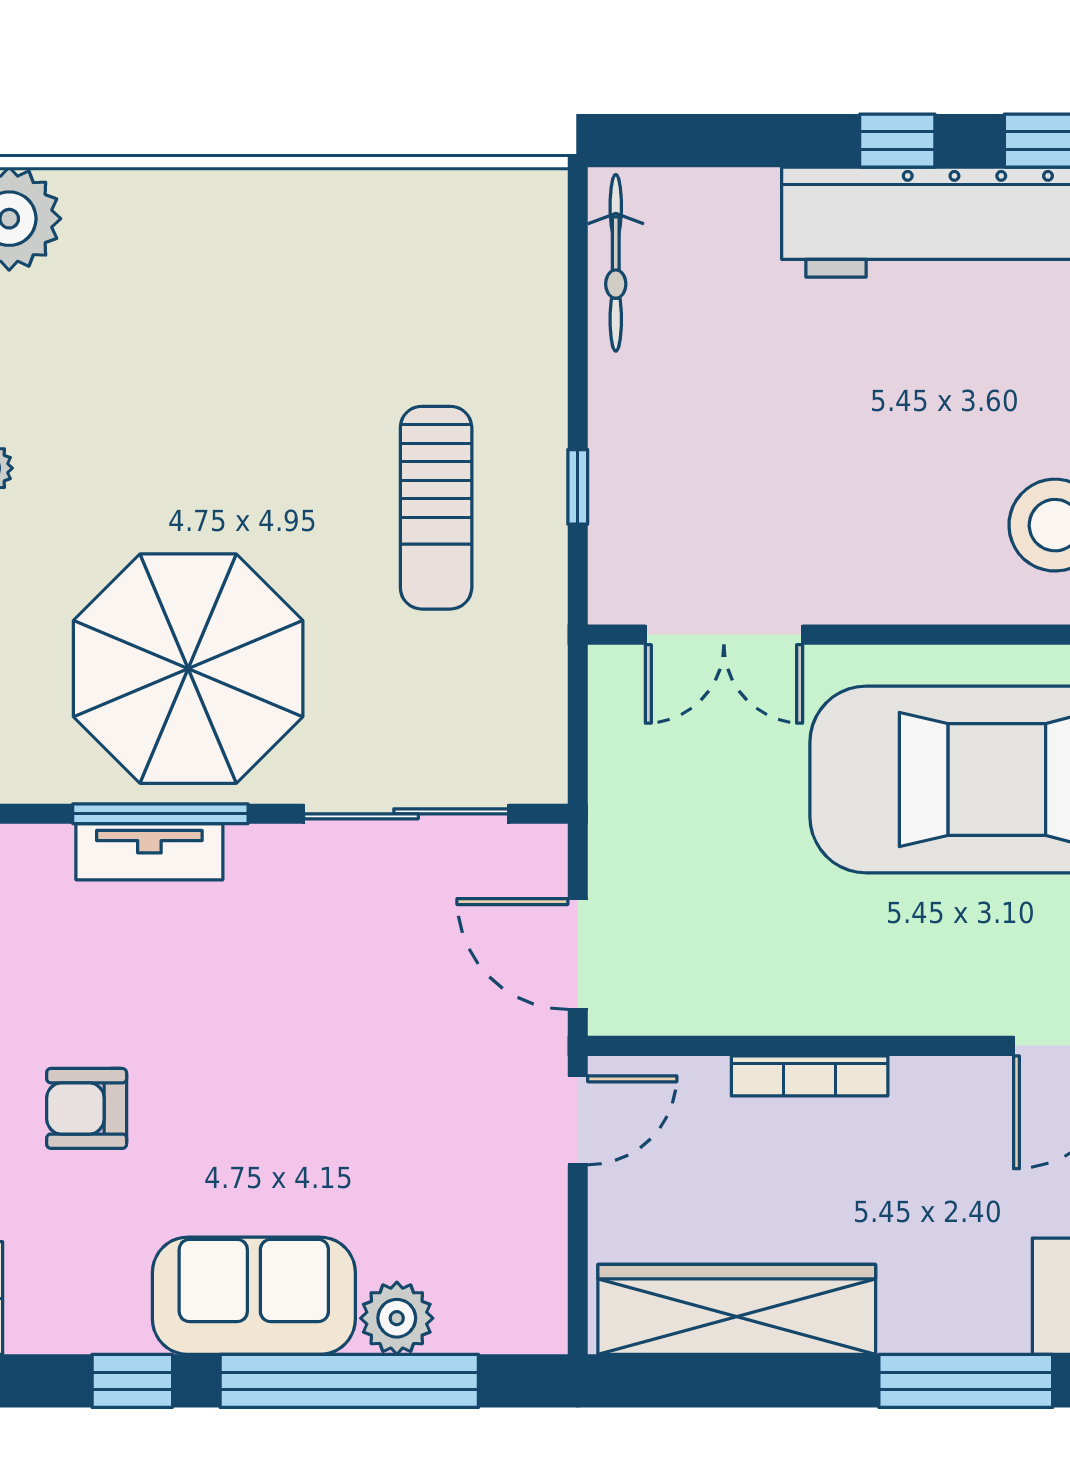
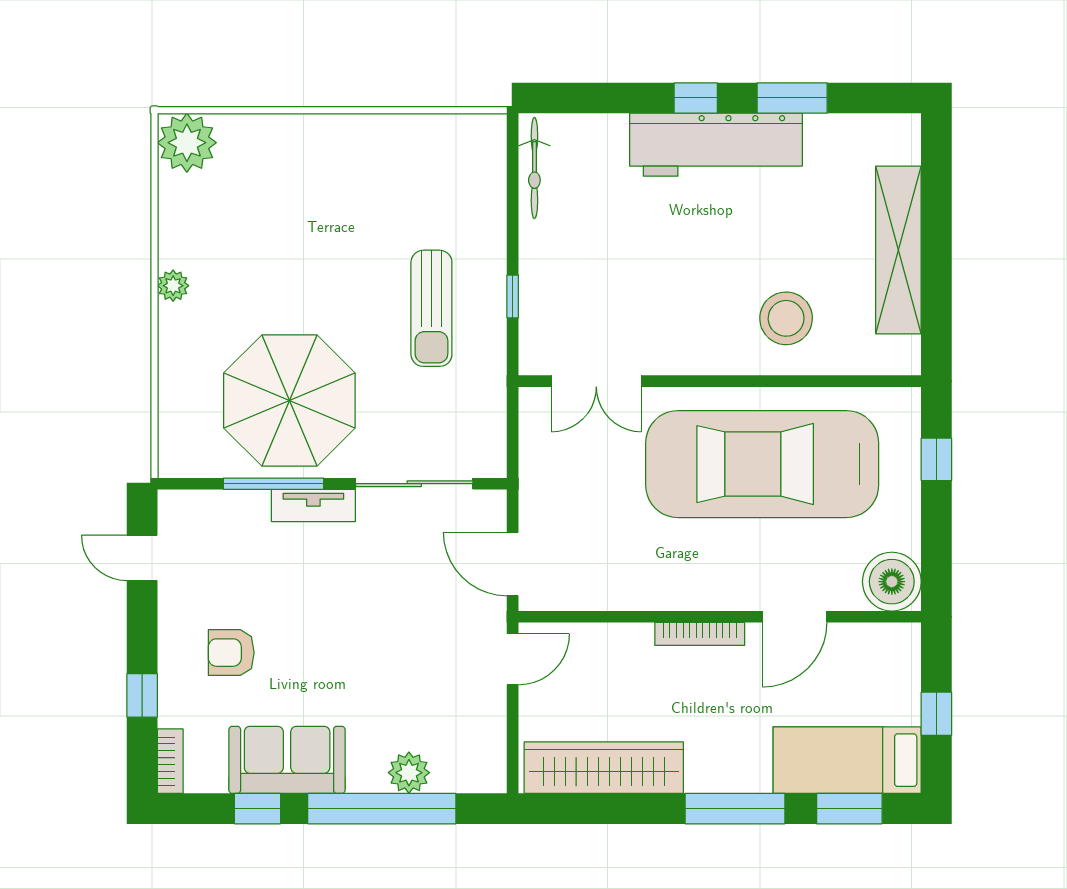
tv unit: (149, 852) -> (313, 505), moved
bookcase: (810, 1076) -> (700, 634), moved
sofa: (254, 1296) -> (287, 760), moved

